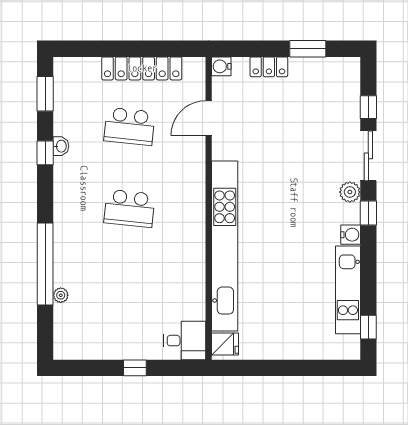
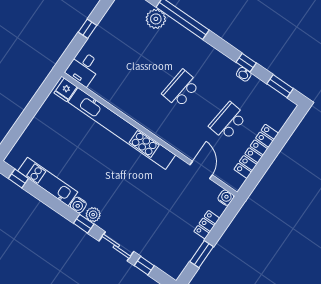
plant: (350, 192) -> (93, 215), moved
plant: (61, 295) -> (156, 19), width x1.88, depth x1.88

